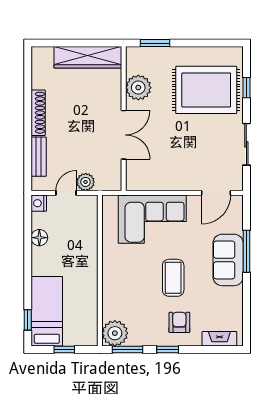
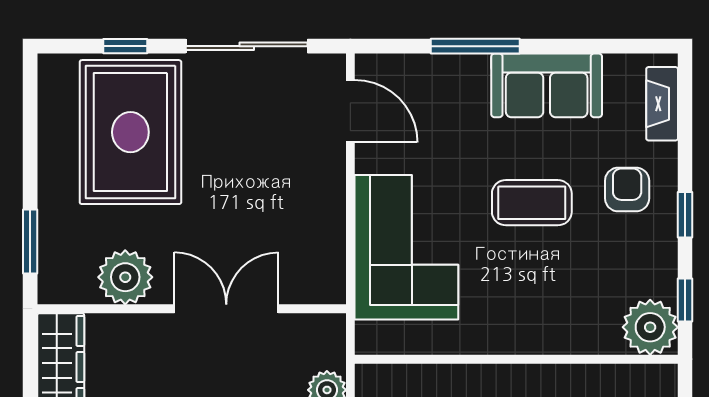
sliding door: (246, 144) -> (247, 46), width x1.37
sofa: (228, 260) -> (547, 85), moved
armchair: (179, 322) -> (627, 189), turned 90
window: (128, 349) -> (685, 300), width x0.67

